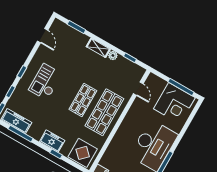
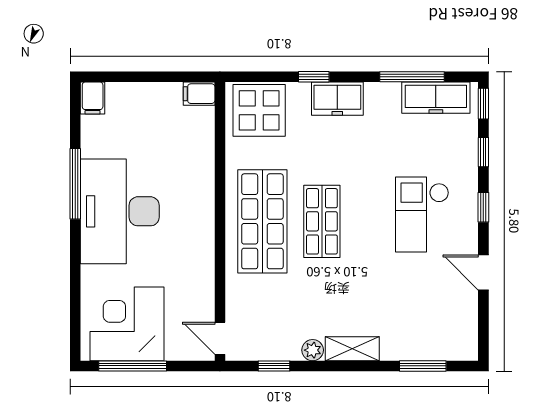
door: (43, 36) -> (483, 272), moved
checkout: (45, 82) -> (422, 215), turned 180
door: (138, 89) -> (220, 338), moved

